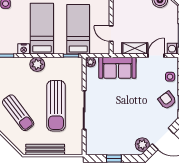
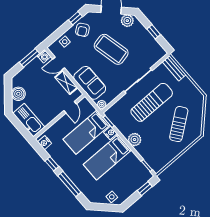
nightstand: (24, 49) -> (110, 133), moved
coffee table: (130, 110) -> (111, 49), added
bench: (45, 149) -> (174, 68), moved, width x0.73

